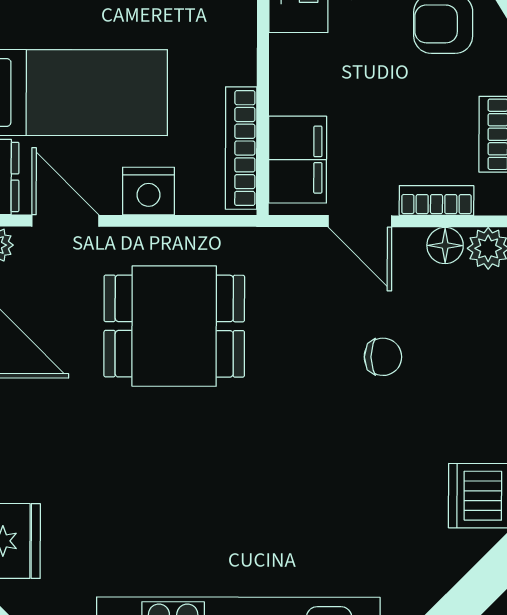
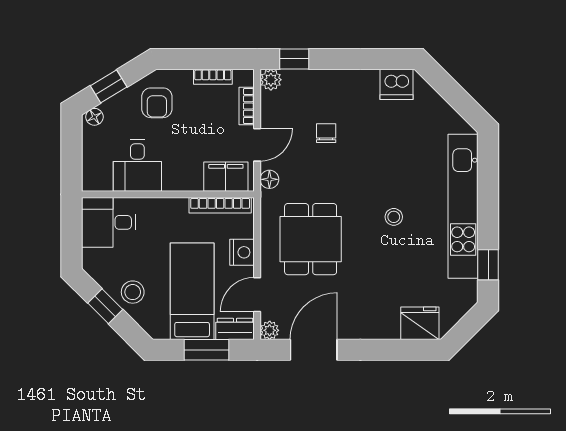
floor lamp: (445, 246) -> (269, 179), moved
stool: (218, 490) -> (394, 217), added

